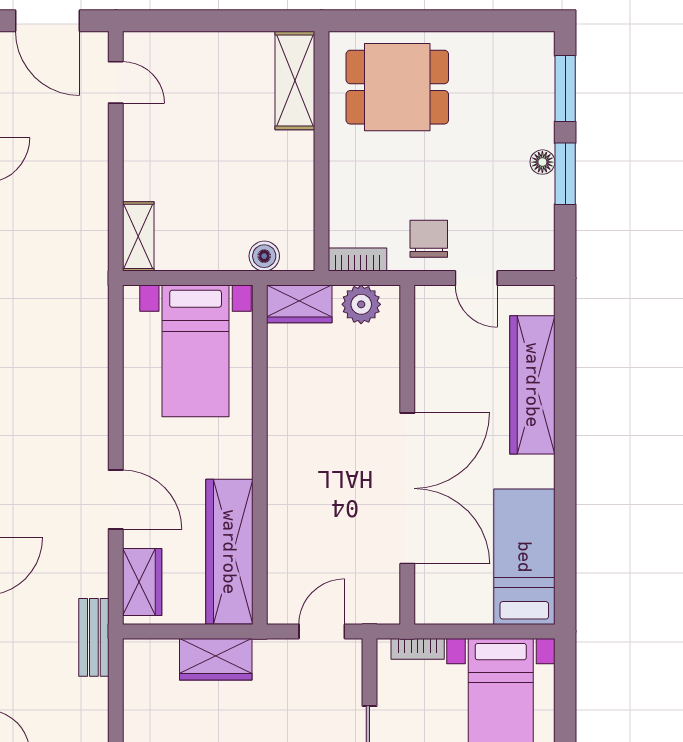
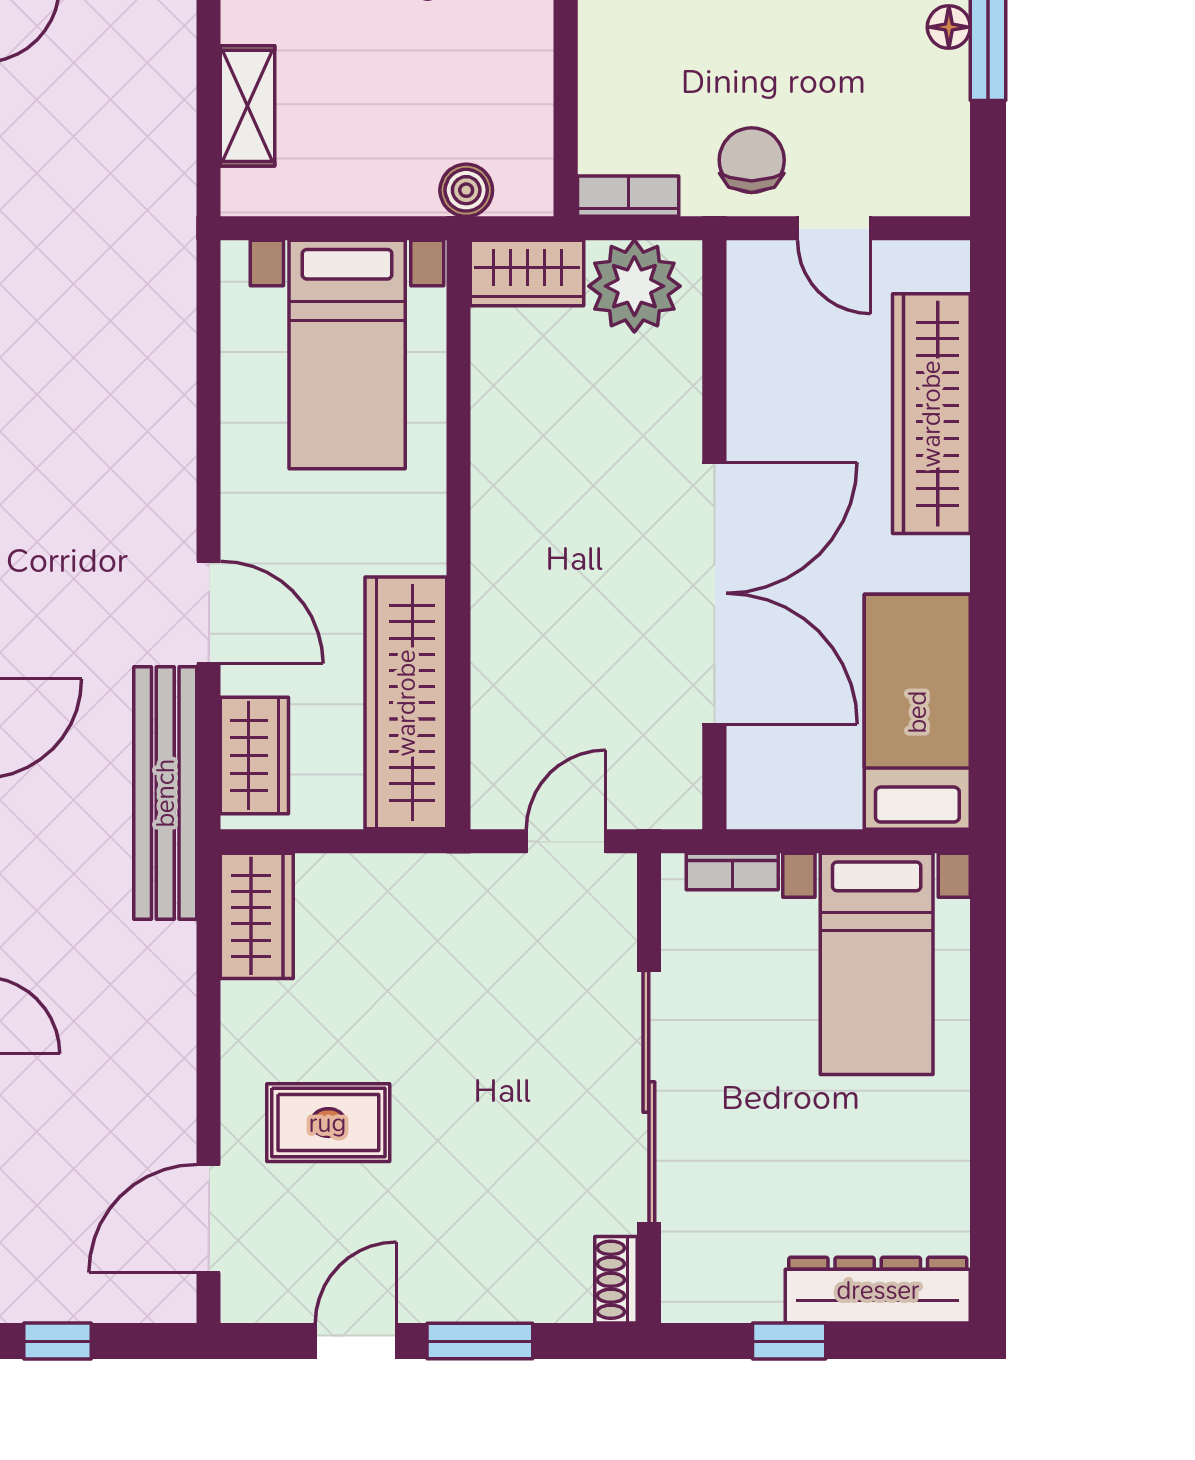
shelving: (138, 236) -> (248, 106), moved
plant: (361, 304) -> (634, 286), width x1.36, depth x1.36
bench: (94, 637) -> (165, 793), width x1.86, depth x1.21
wardrobe: (216, 659) -> (257, 916), moved, turned -90

